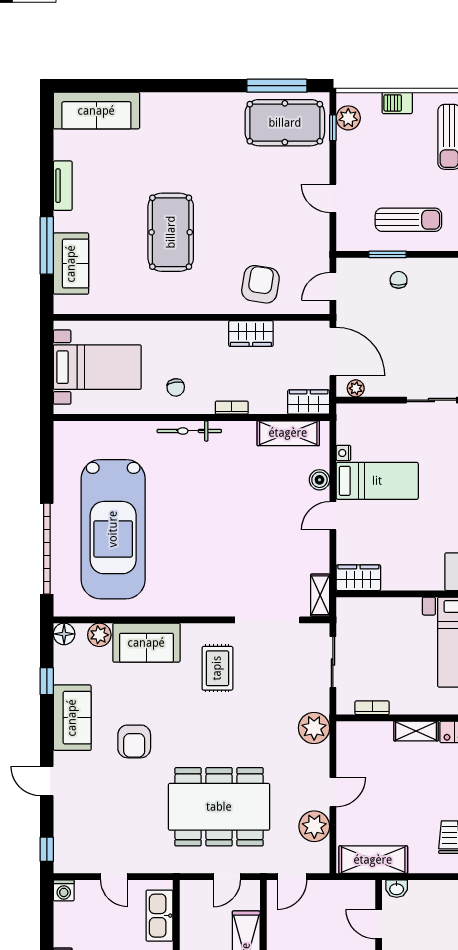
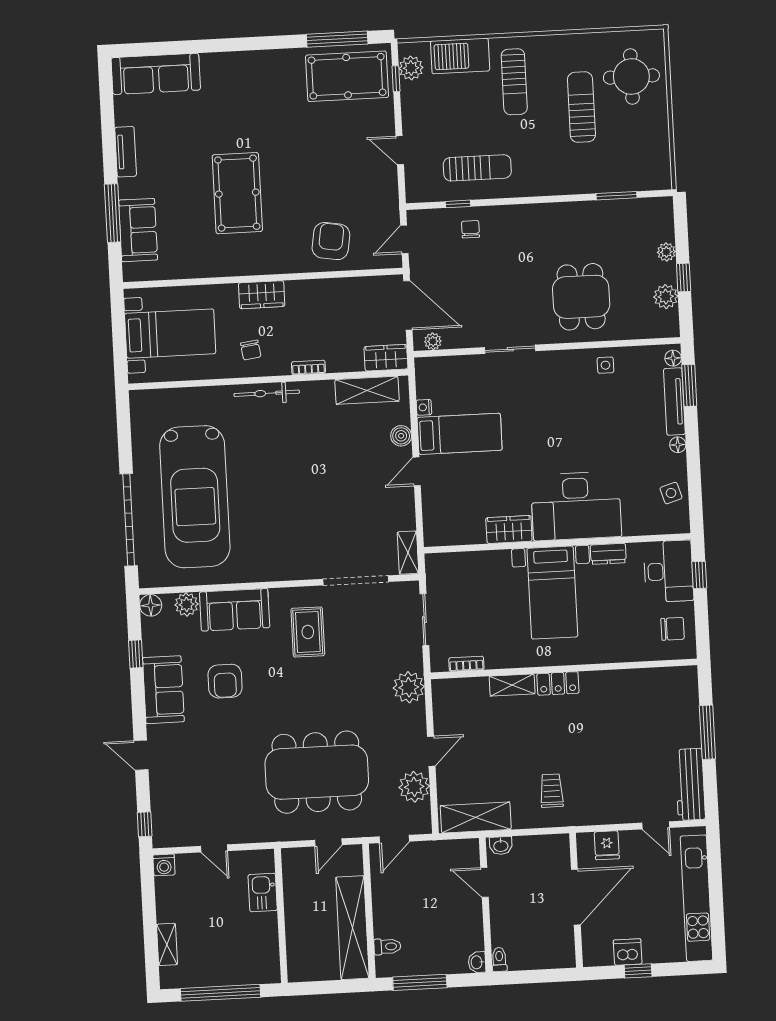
barbecue: (397, 103) -> (460, 56), width x1.88, depth x1.53
window: (388, 254) -> (458, 204), width x0.67
wardrobe: (251, 334) -> (262, 295), moved
wardrobe: (358, 578) -> (509, 529), moved
armchair: (134, 741) -> (225, 681), moved
kitchen sink: (160, 916) -> (263, 892), width x0.73

